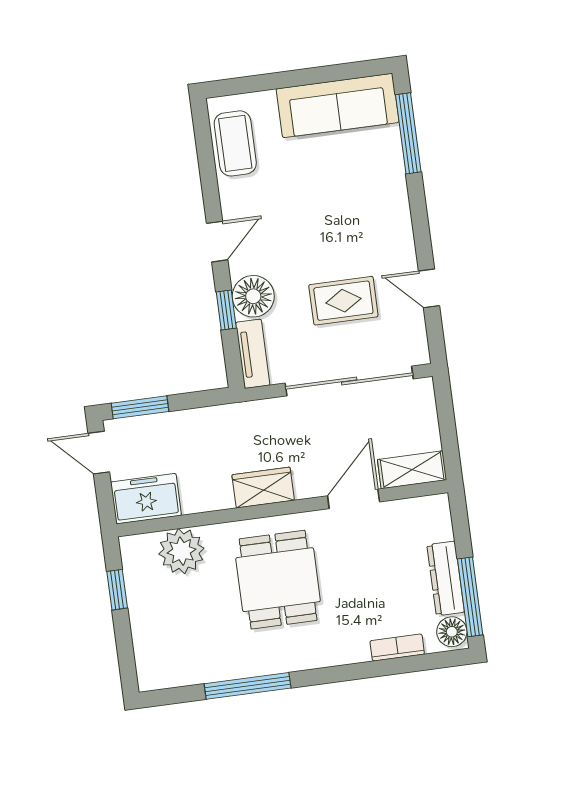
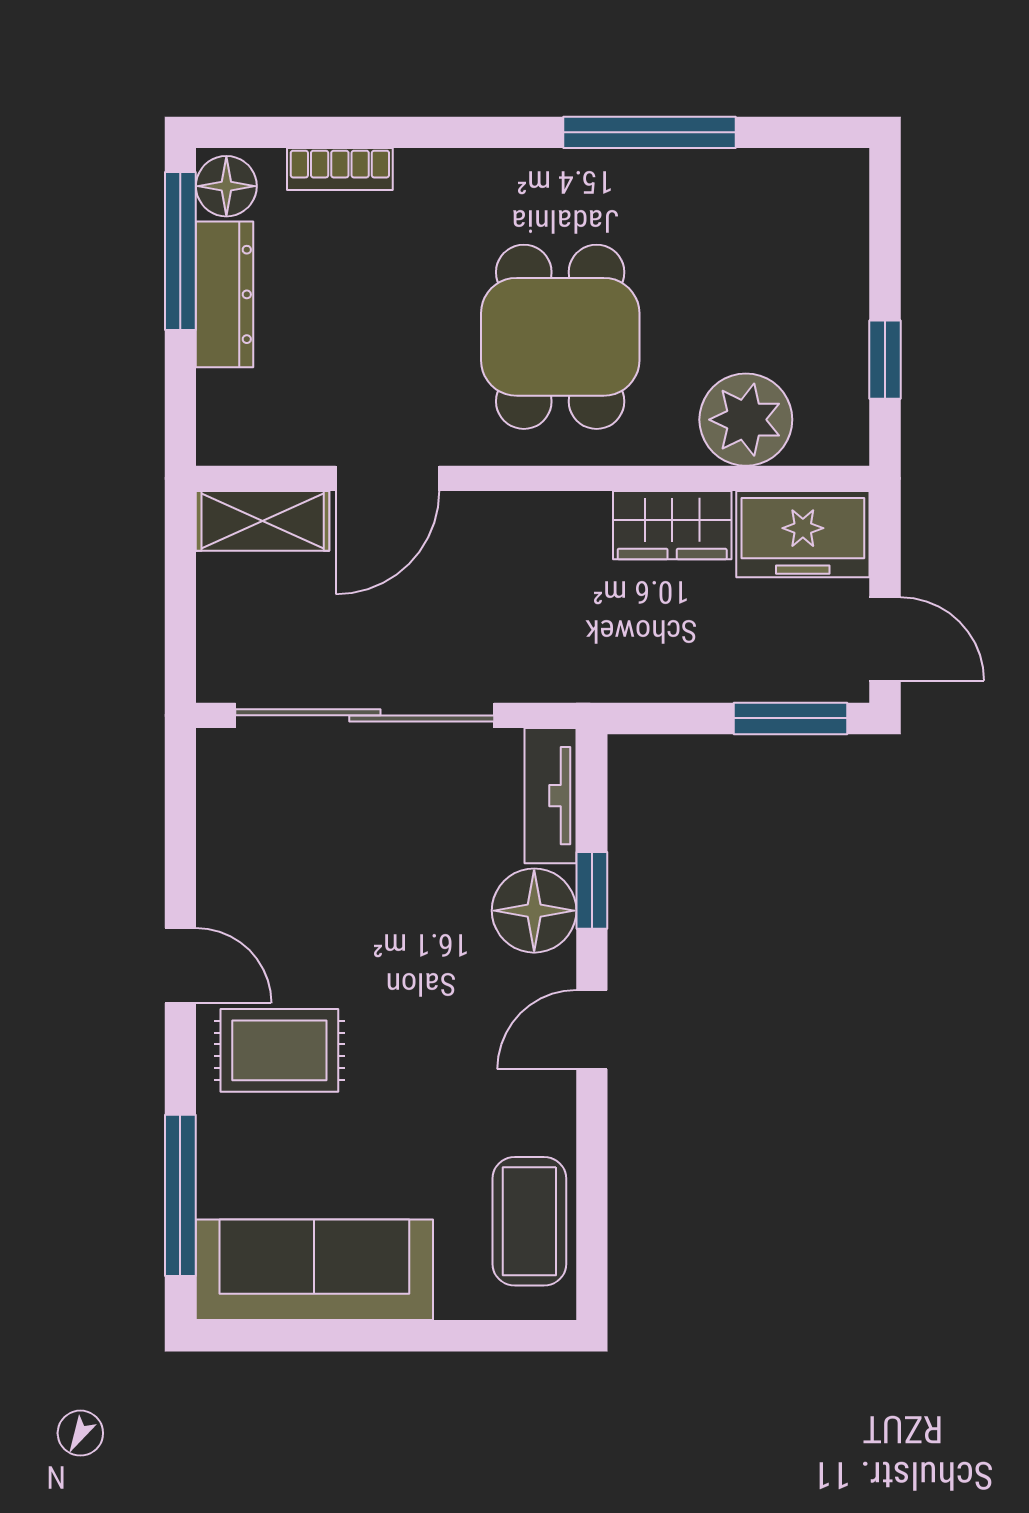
door: (429, 288) -> (180, 966), moved
rug: (343, 301) -> (279, 1050), moved
wardrobe: (263, 487) -> (672, 525), moved

